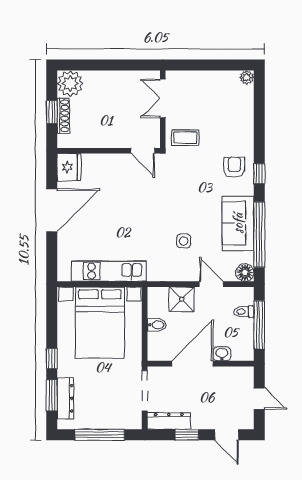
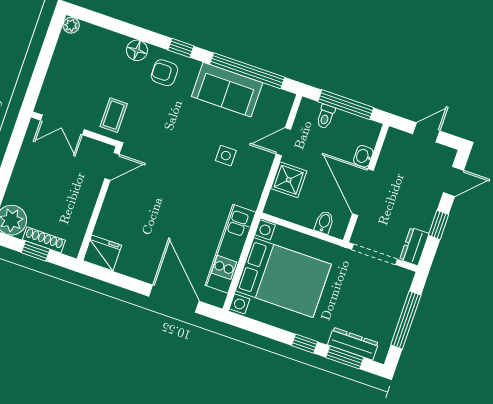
door: (52, 210) -> (174, 299), moved
floor lamp: (245, 273) -> (137, 50), moved
bidet: (157, 325) -> (324, 222), moved
dresser: (169, 421) -> (414, 247), width x0.70

